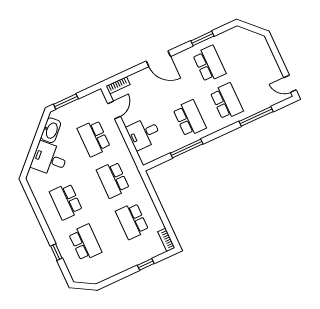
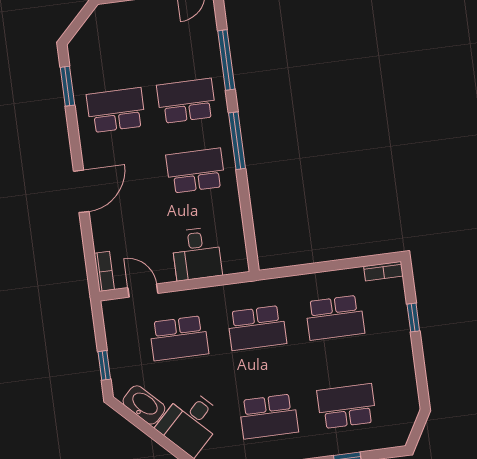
window: (202, 38) -> (67, 86), moved
window: (66, 101) -> (104, 365), width x0.67
window: (187, 149) -> (237, 141), moved

